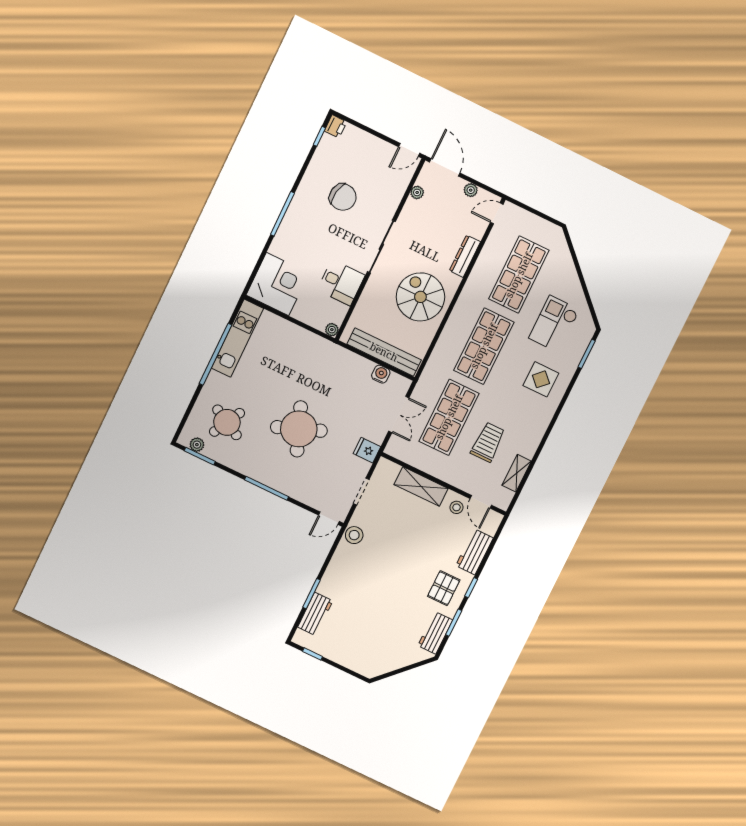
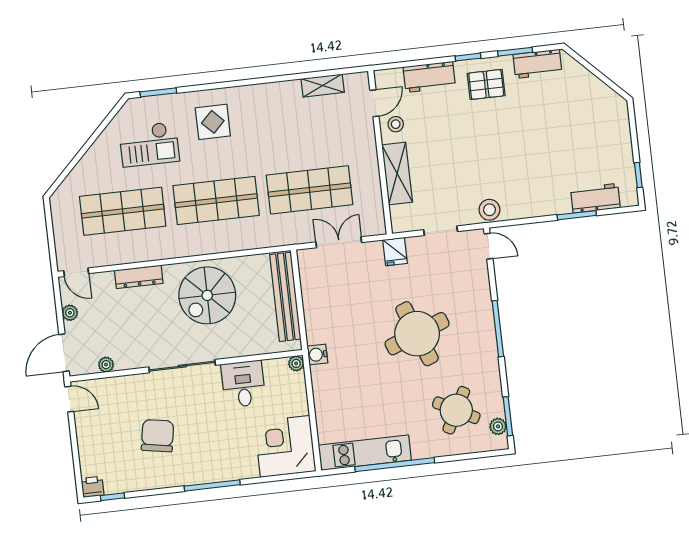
water cooler: (381, 374) -> (317, 355), moved
trolley: (488, 442) -> (310, 135), removed

